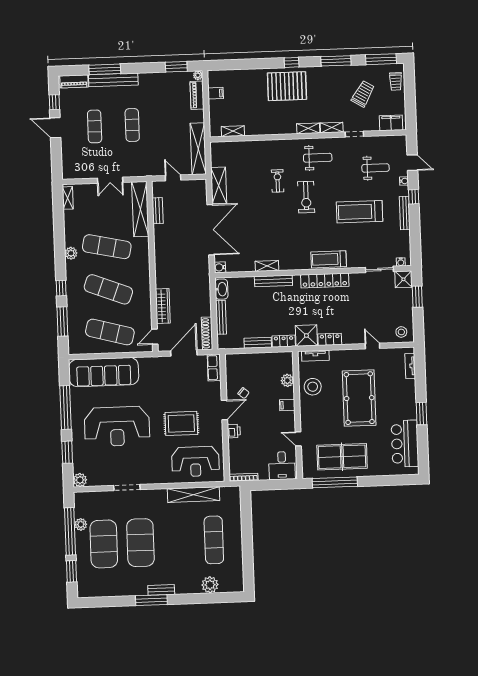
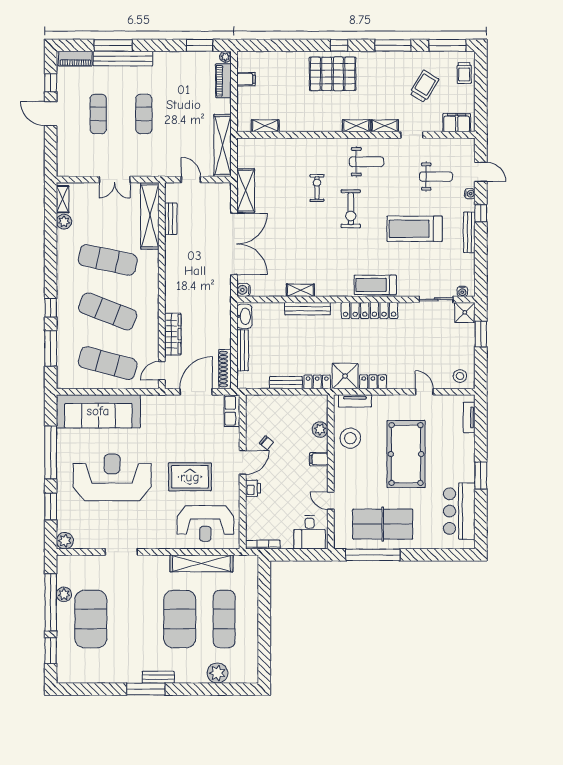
plant: (71, 253) -> (64, 222), moved
reception desk: (117, 426) -> (112, 477), turned 180
exercise mat: (140, 543) -> (180, 619), moved

